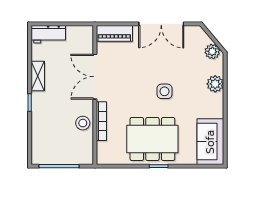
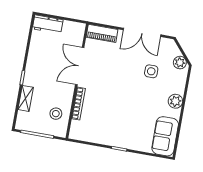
shelving: (38, 76) -> (26, 98), moved
plant: (215, 84) -> (175, 101), moved
side table: (164, 91) -> (151, 71), moved
stool: (83, 123) -> (56, 114), moved
dining table: (152, 139) -> (118, 126), removed

